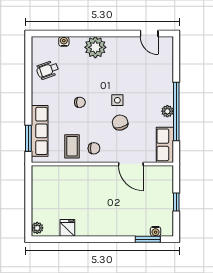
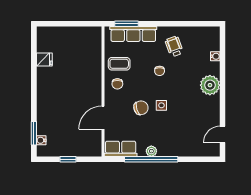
wheelchair: (48, 70) -> (174, 46), moved
plant: (37, 228) -> (44, 32), removed

